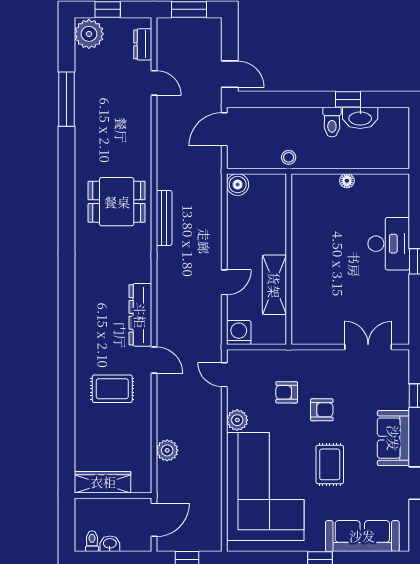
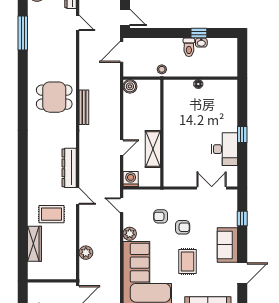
washbasin: (360, 118) -> (201, 43), width x0.52, depth x0.69
desk: (389, 244) -> (224, 149), moved
wardrobe: (103, 482) -> (35, 244), moved, turned 90

